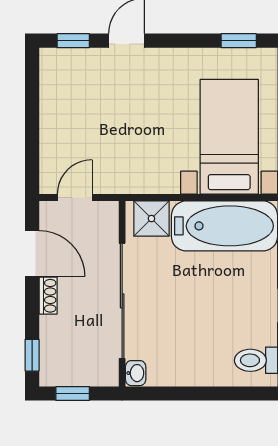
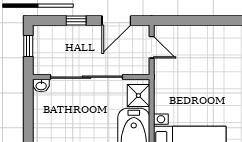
shoe rack: (48, 296) -> (90, 30), removed
window: (32, 355) -> (76, 20), moved

